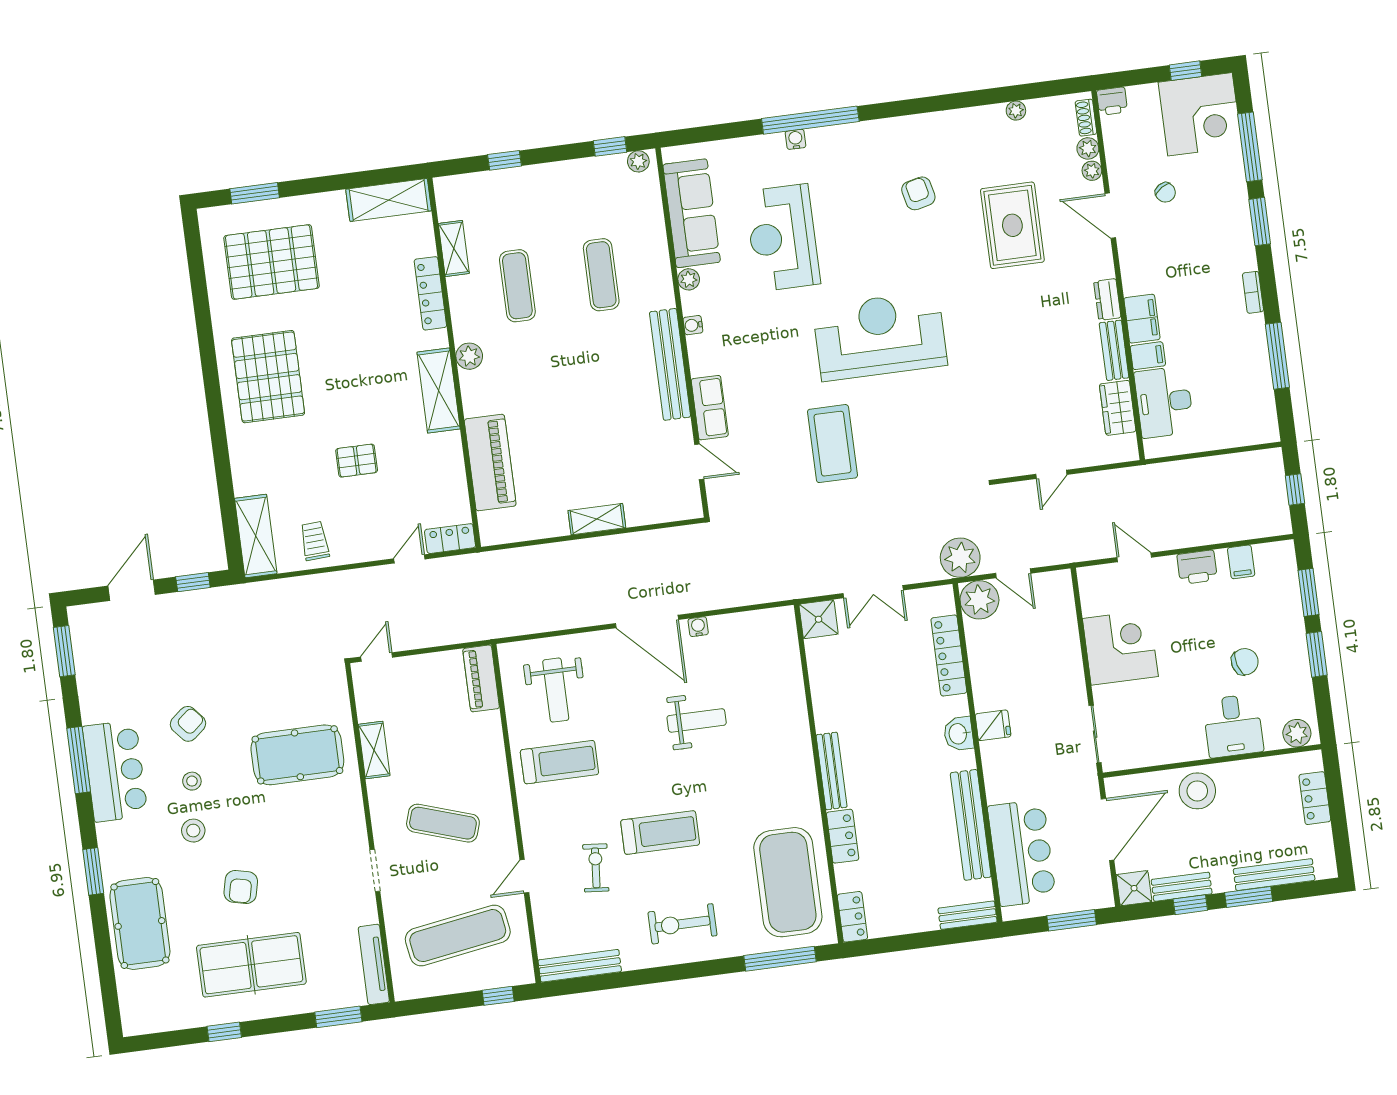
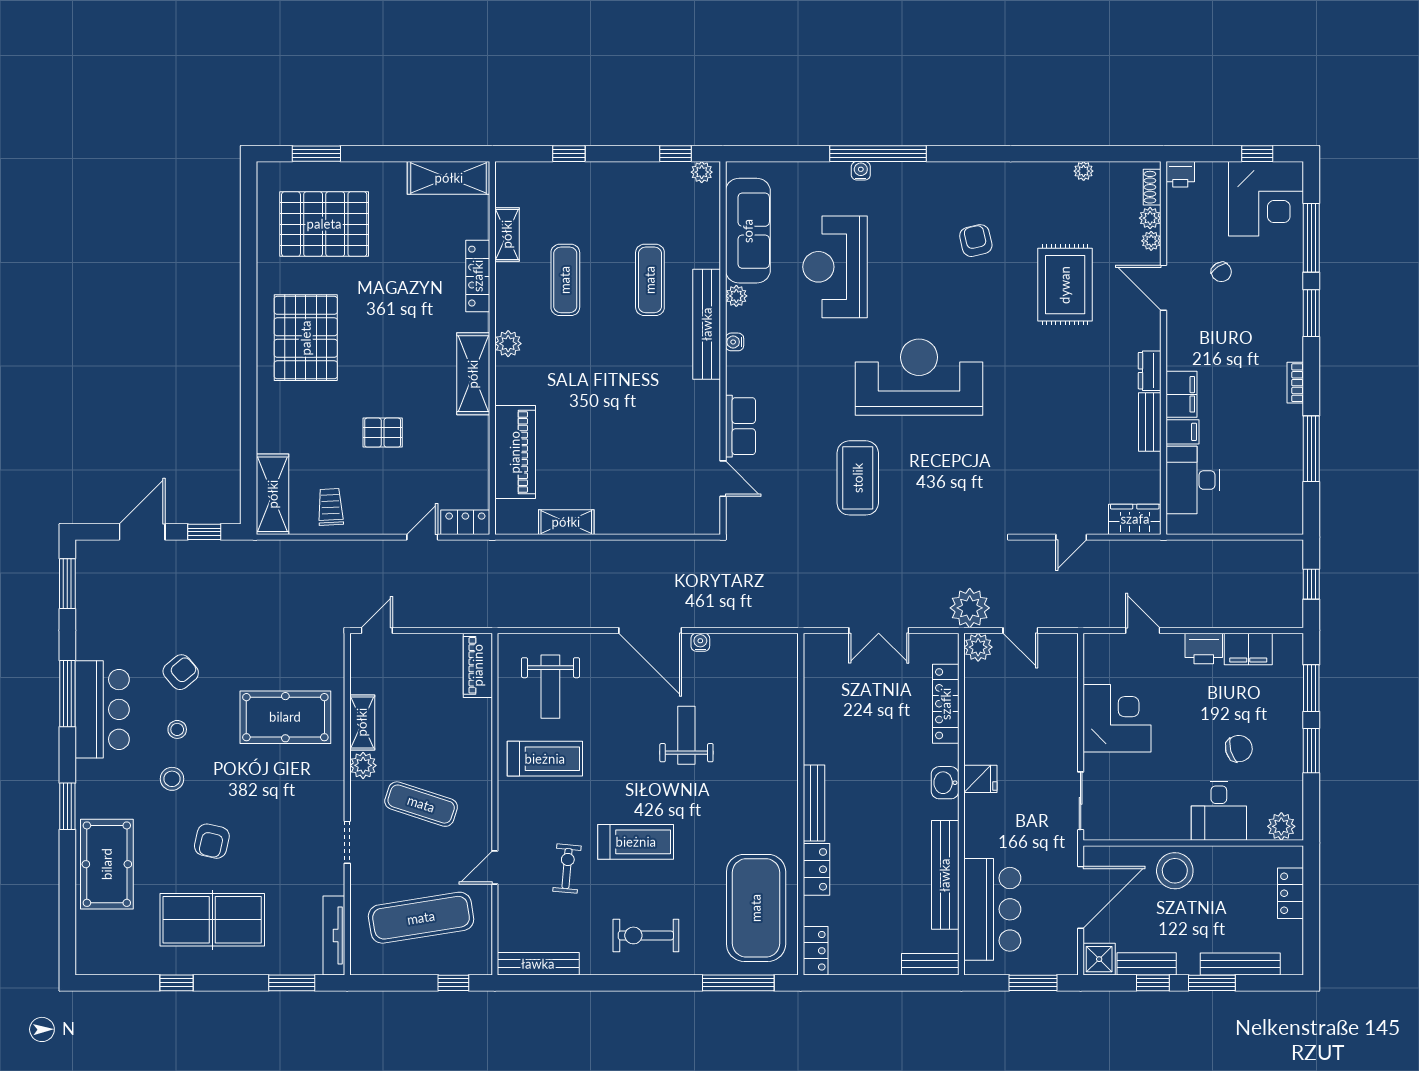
bench: (670, 364) -> (707, 324), moved
wardrobe: (1118, 408) -> (1135, 519), moved, turned 90
shelving: (597, 519) -> (566, 522), moved
filing cabinet: (1241, 562) -> (1248, 649), width x2.00
plant: (979, 600) -> (978, 647), width x0.73, depth x0.73
shower: (819, 619) -> (821, 651), removed
weight bench: (697, 720) -> (686, 735), turned -90
plant: (381, 792) -> (363, 765), added

